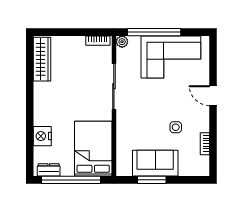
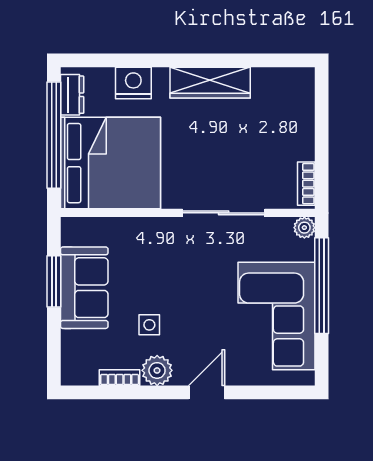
wardrobe: (42, 59) -> (210, 83), moved
plant: (201, 123) -> (157, 370), added
bed: (93, 149) -> (110, 163), width x1.36

